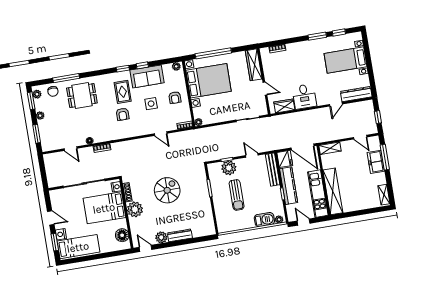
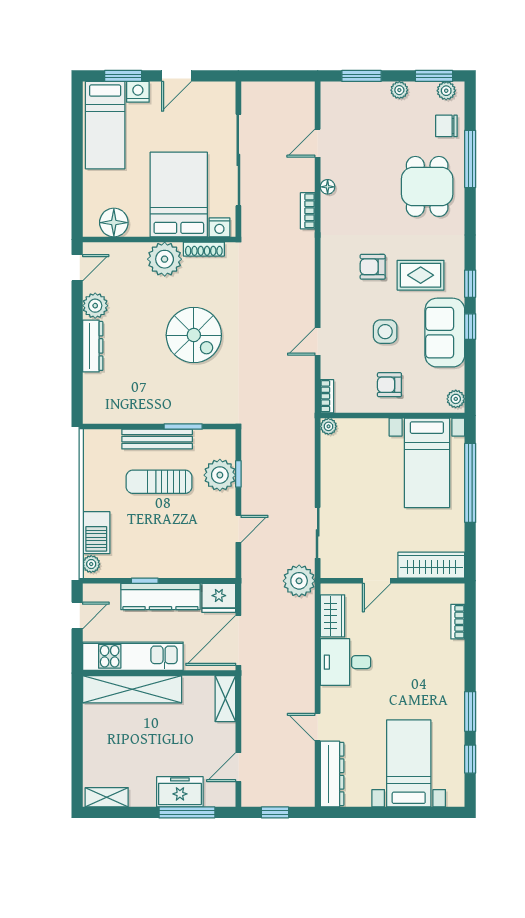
bed with nightstands: (209, 81) -> (427, 463), width x0.73
plant: (271, 124) -> (299, 581), added
bench: (273, 170) -> (157, 439), moved

